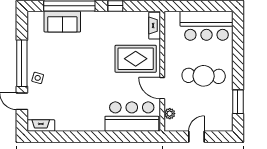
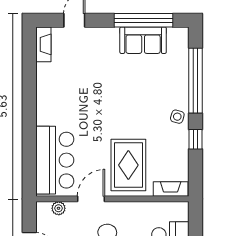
sofa: (62, 22) -> (143, 40), moved, turned -90
window: (22, 63) -> (143, 20), moved
side table: (38, 78) -> (177, 117), moved

